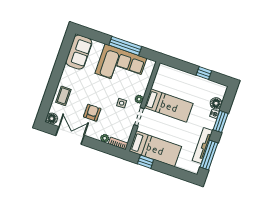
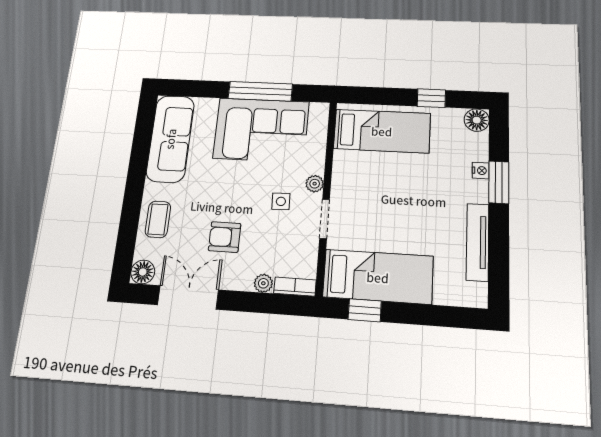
sofa: (79, 52) -> (170, 139), width x1.36
floor lamp: (216, 103) -> (477, 120), moved
bed: (169, 106) -> (382, 131), moved
armchair: (92, 113) -> (225, 237), turned -90
window: (209, 155) -> (499, 258), removed

